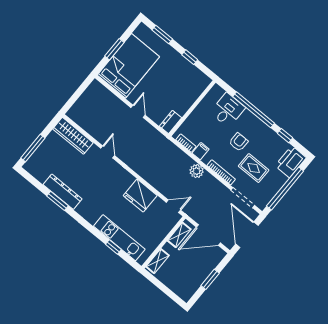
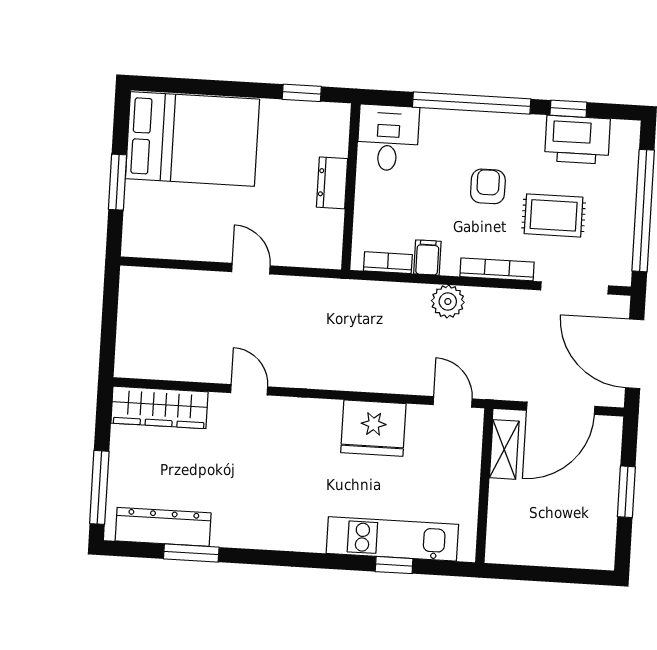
window: (162, 35) -> (190, 86), removed
window: (190, 57) -> (302, 93), moved
bed: (128, 66) -> (192, 139), moved, turned 90
desk: (228, 110) -> (388, 138), moved
dresser: (171, 122) -> (332, 183), moved
printer: (291, 162) -> (577, 140), moved, turned -90
dresser: (63, 192) -> (163, 527), moved
window: (58, 201) -> (191, 553), moved
door: (173, 206) -> (453, 402), hinge flipped
shelving: (158, 261) -> (499, 530), removed

